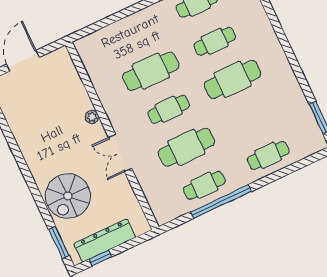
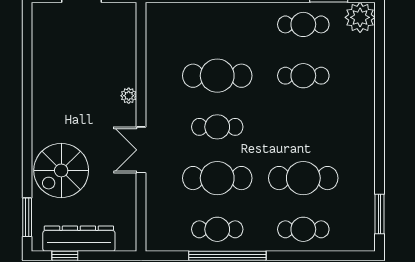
cafe table: (233, 79) -> (303, 178), moved

